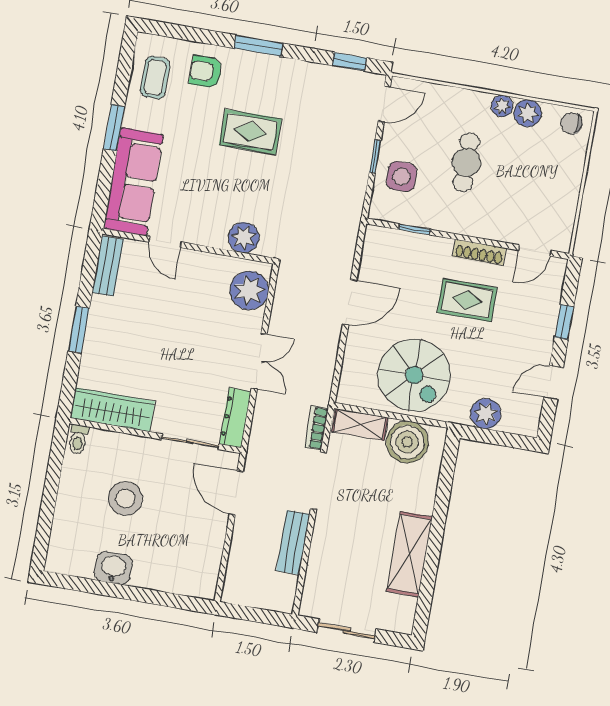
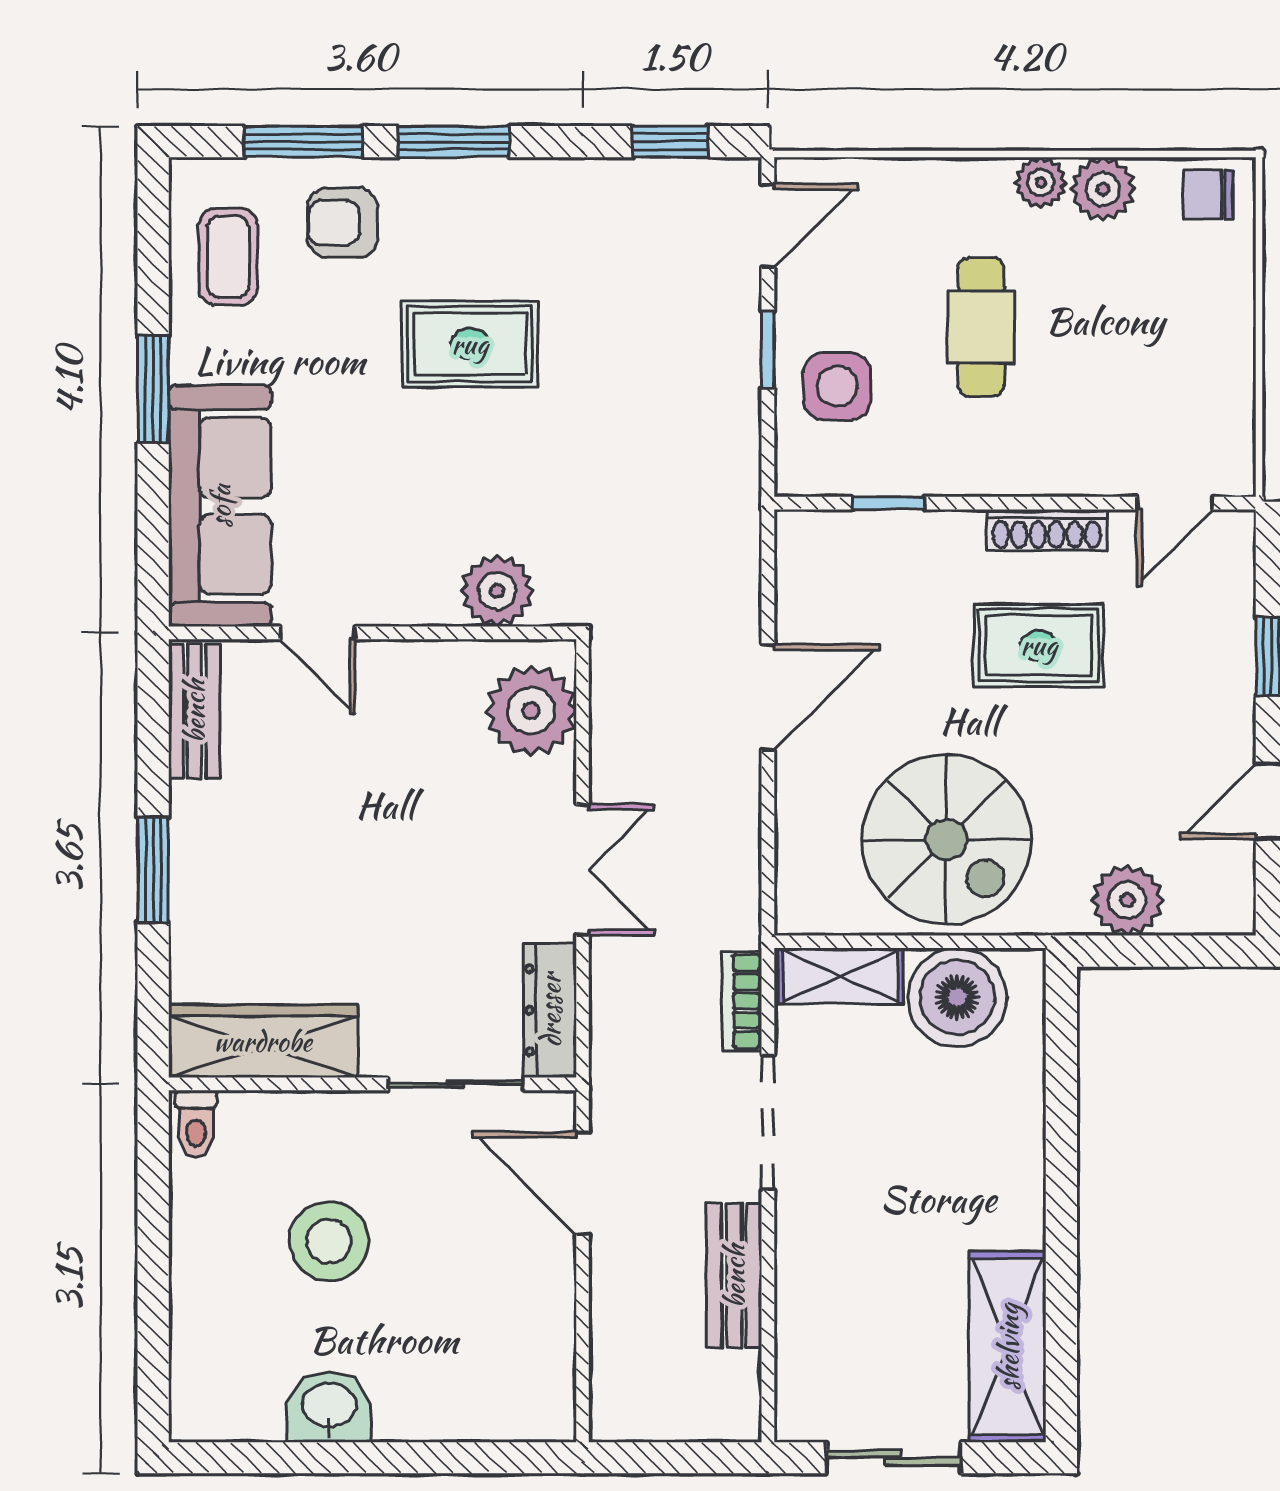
window: (195, 35) -> (303, 142), added
shelving: (409, 554) -> (1008, 1347), moved

